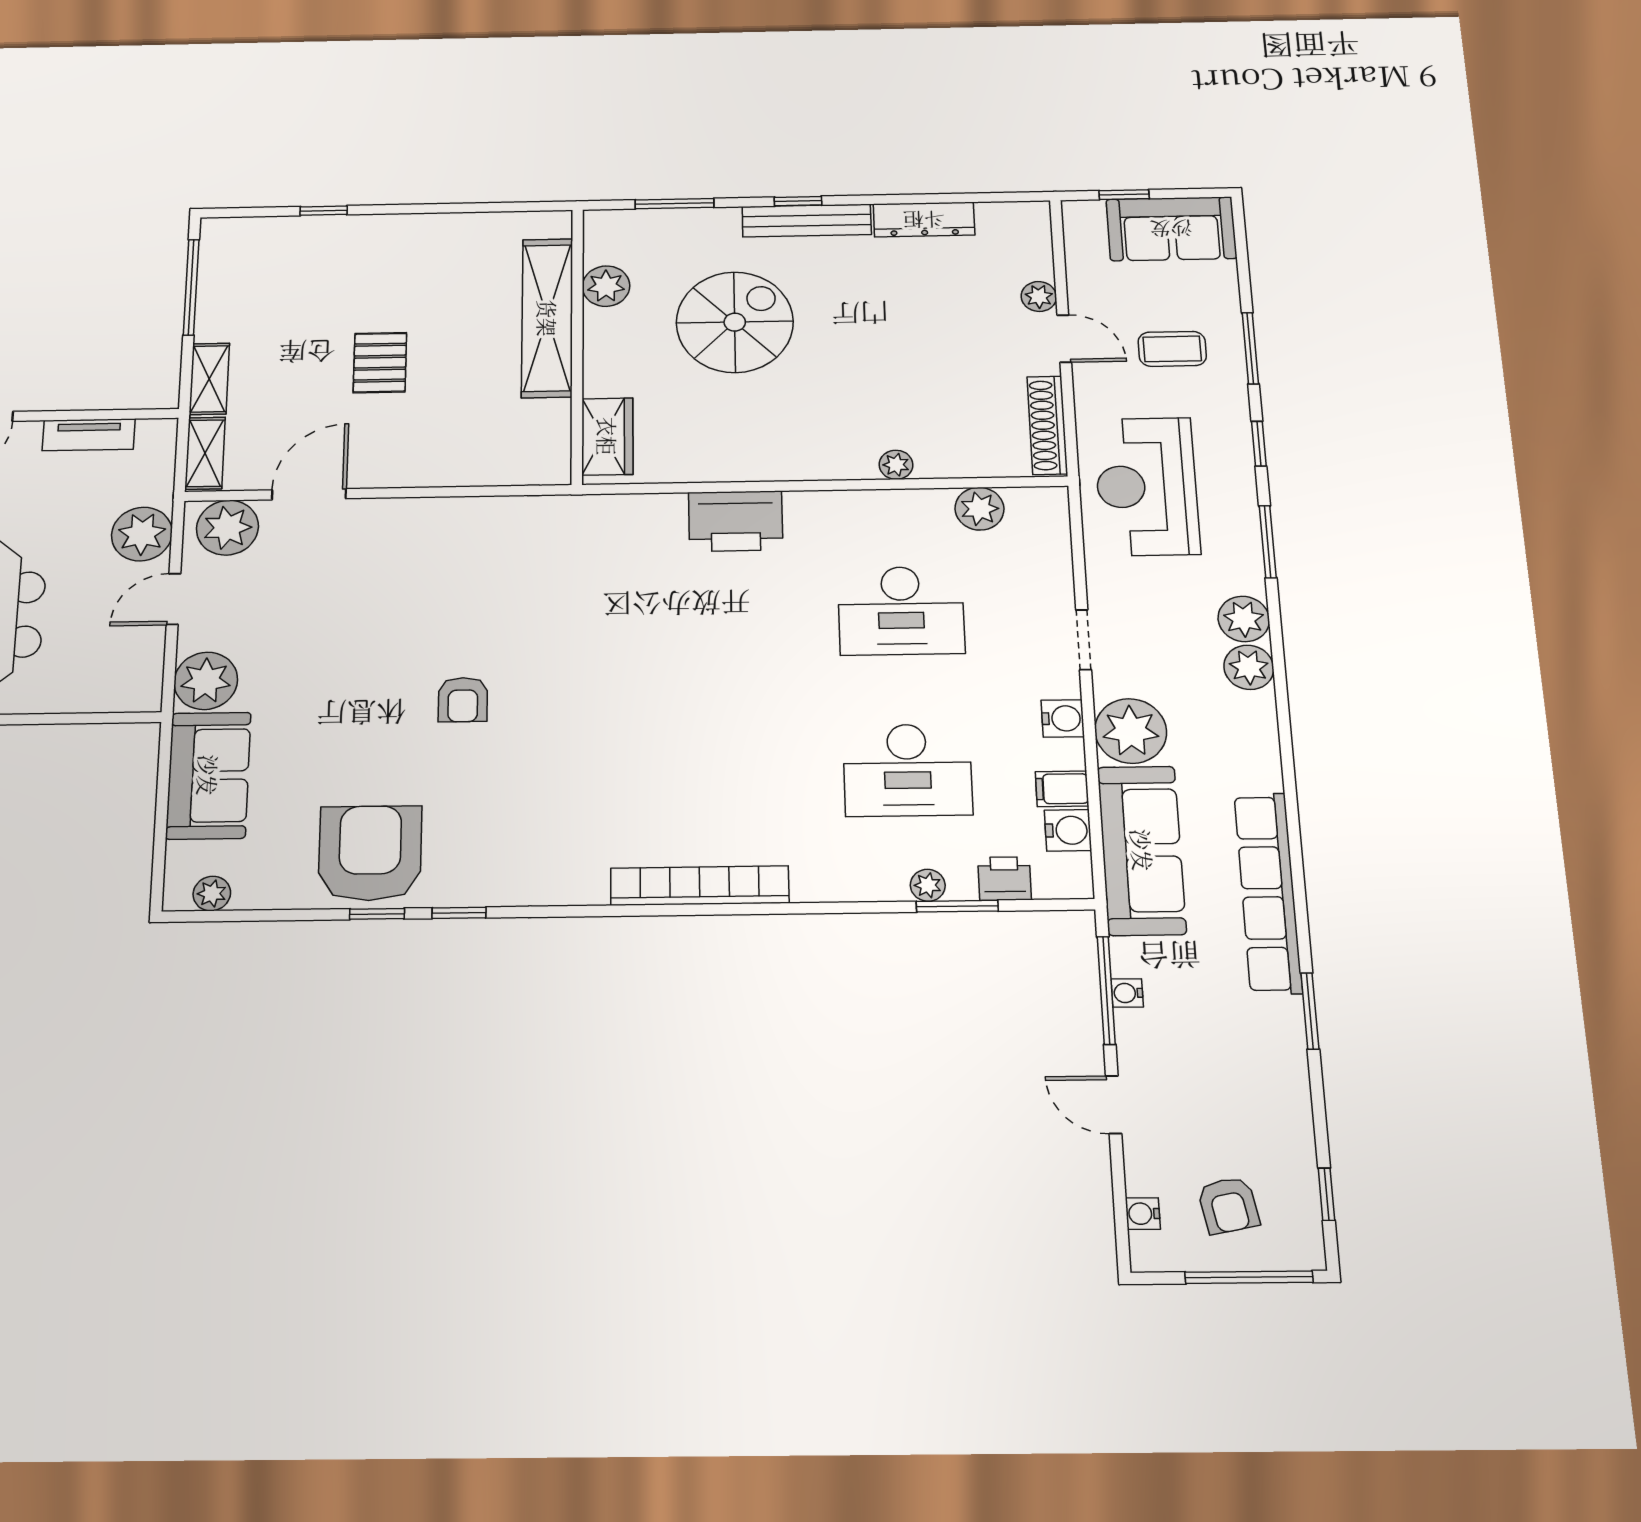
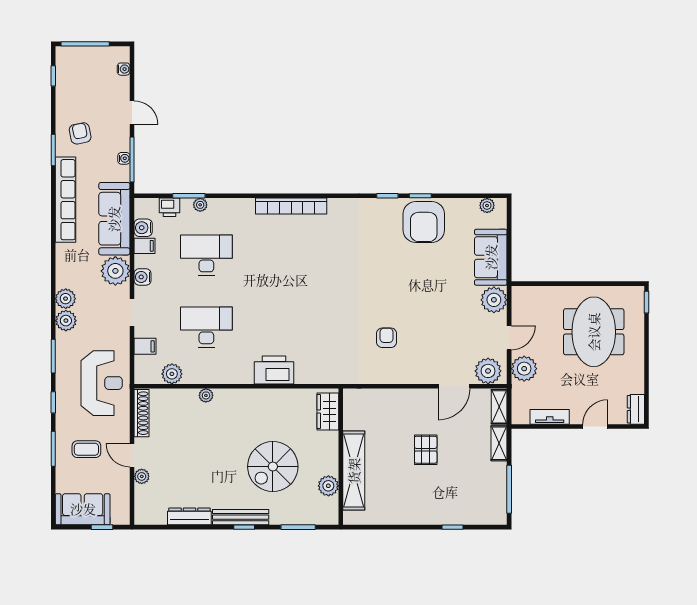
filing cabinet: (1047, 566) -> (145, 346), added
armchair: (463, 700) -> (387, 338), moved
armchair: (1228, 1205) -> (80, 133), moved

